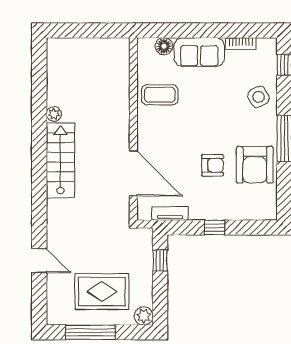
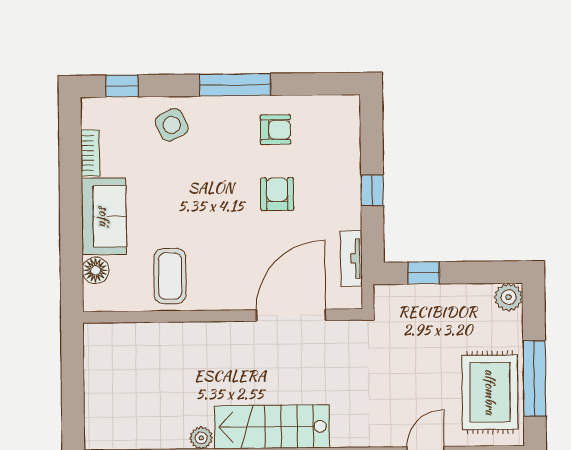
armchair: (255, 165) -> (275, 130), width x0.53, depth x0.53
rug: (102, 292) -> (490, 392), moved

